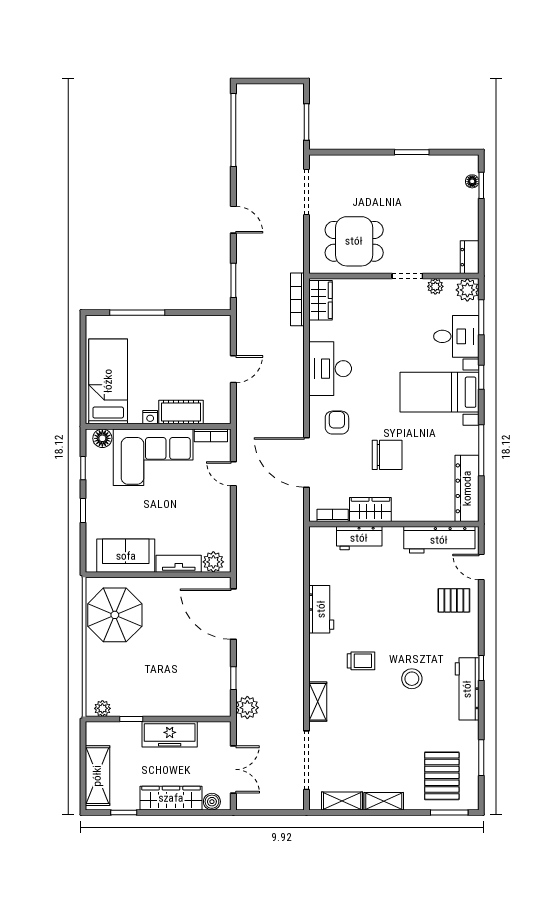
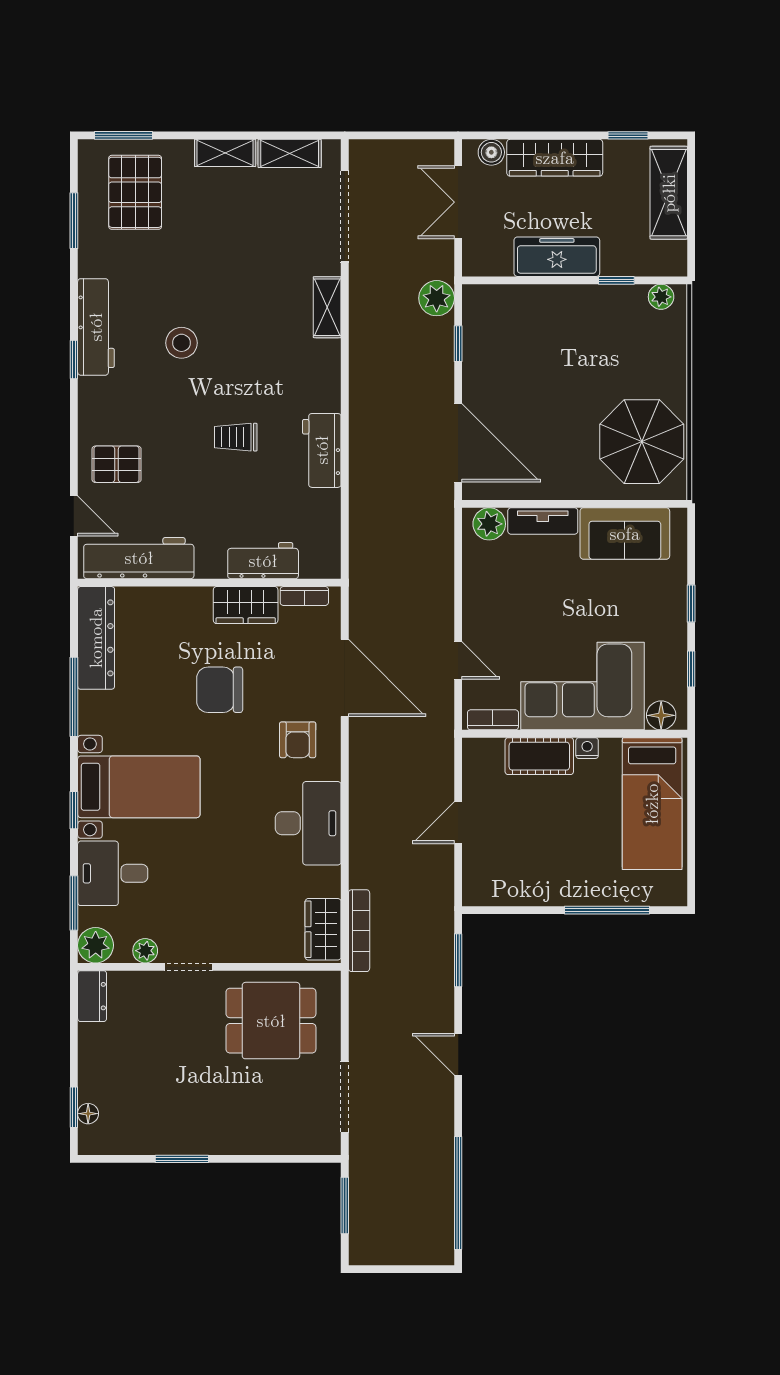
trolley: (361, 661) -> (236, 437), moved

